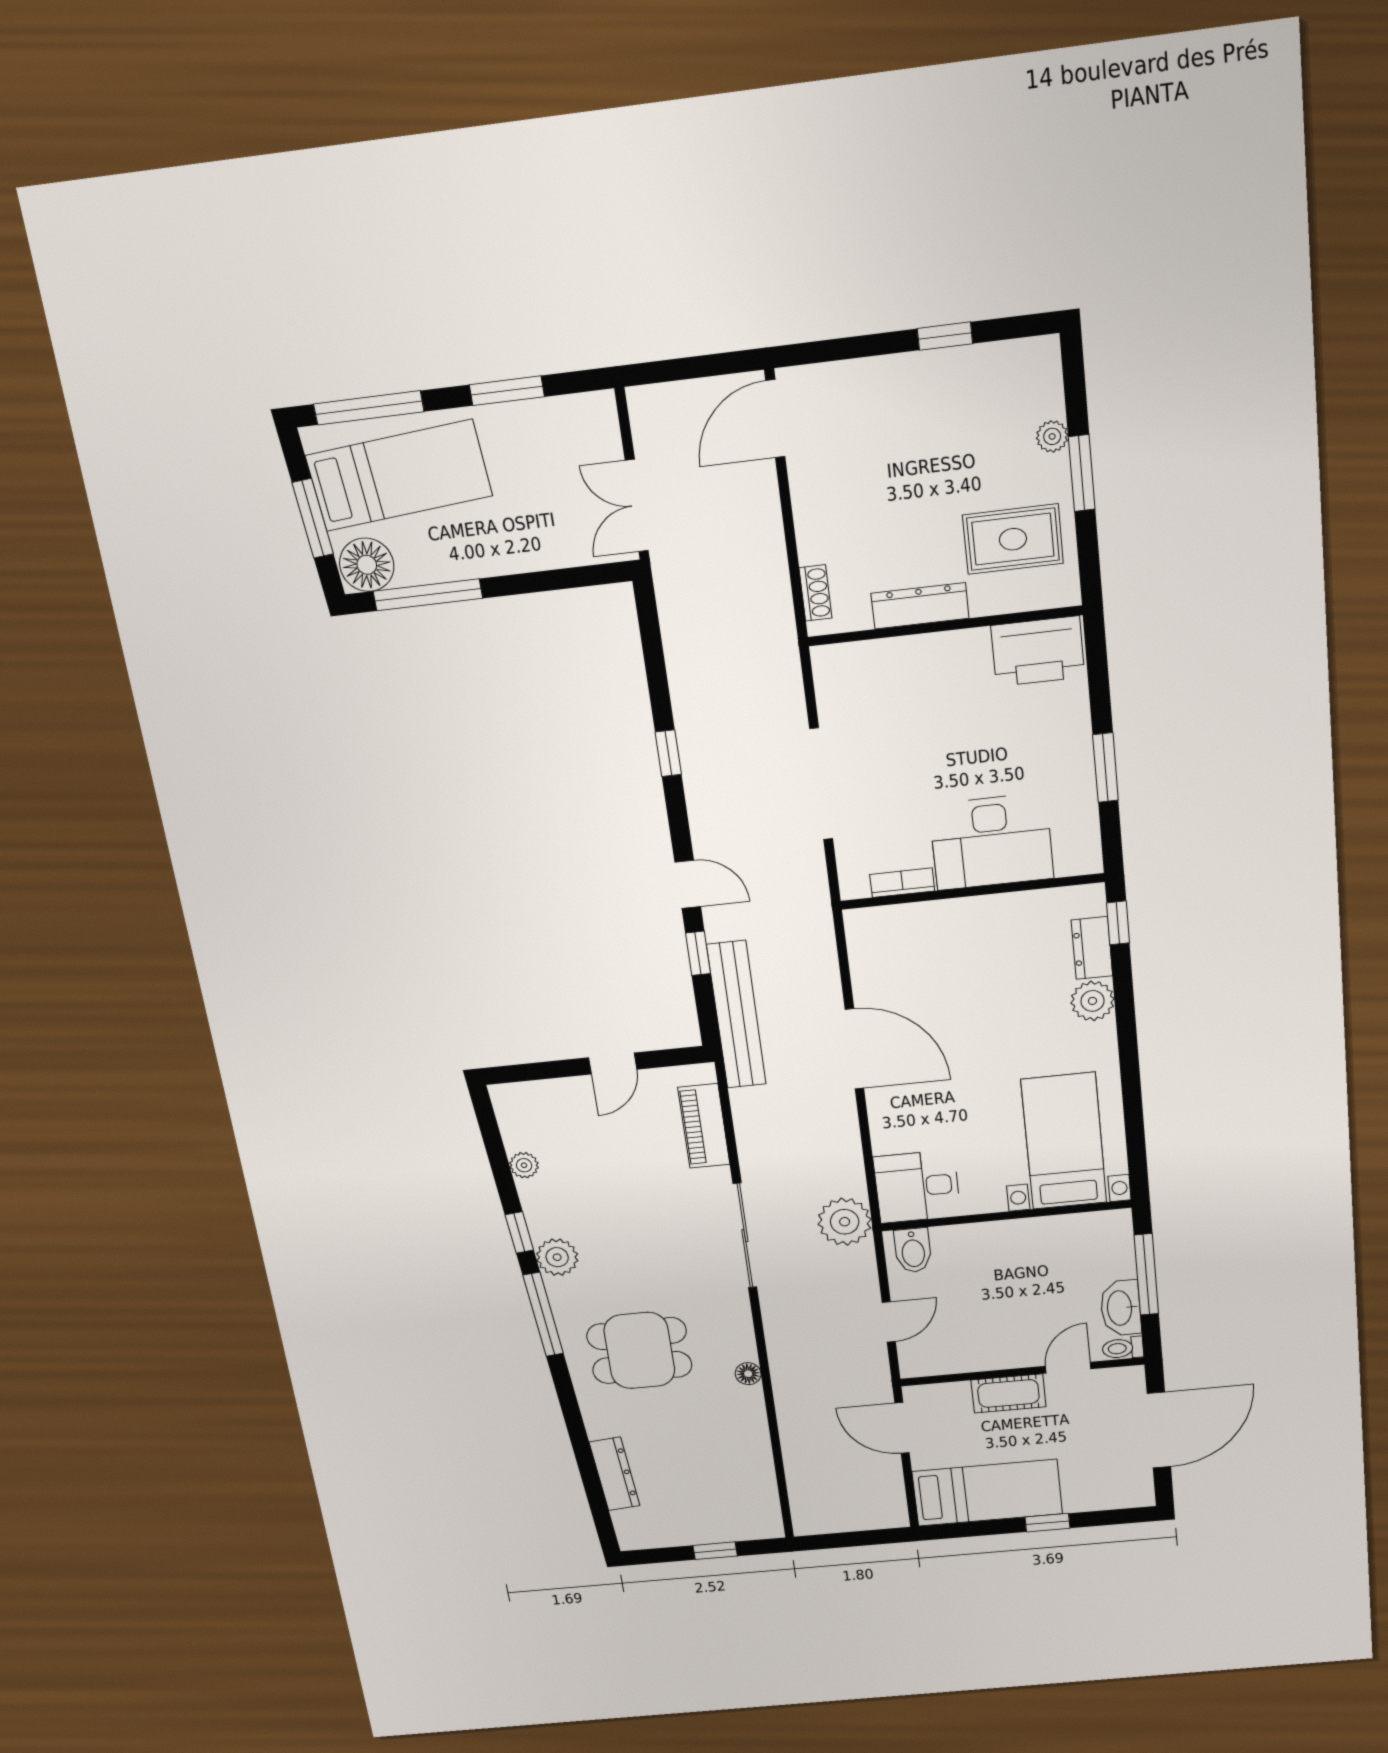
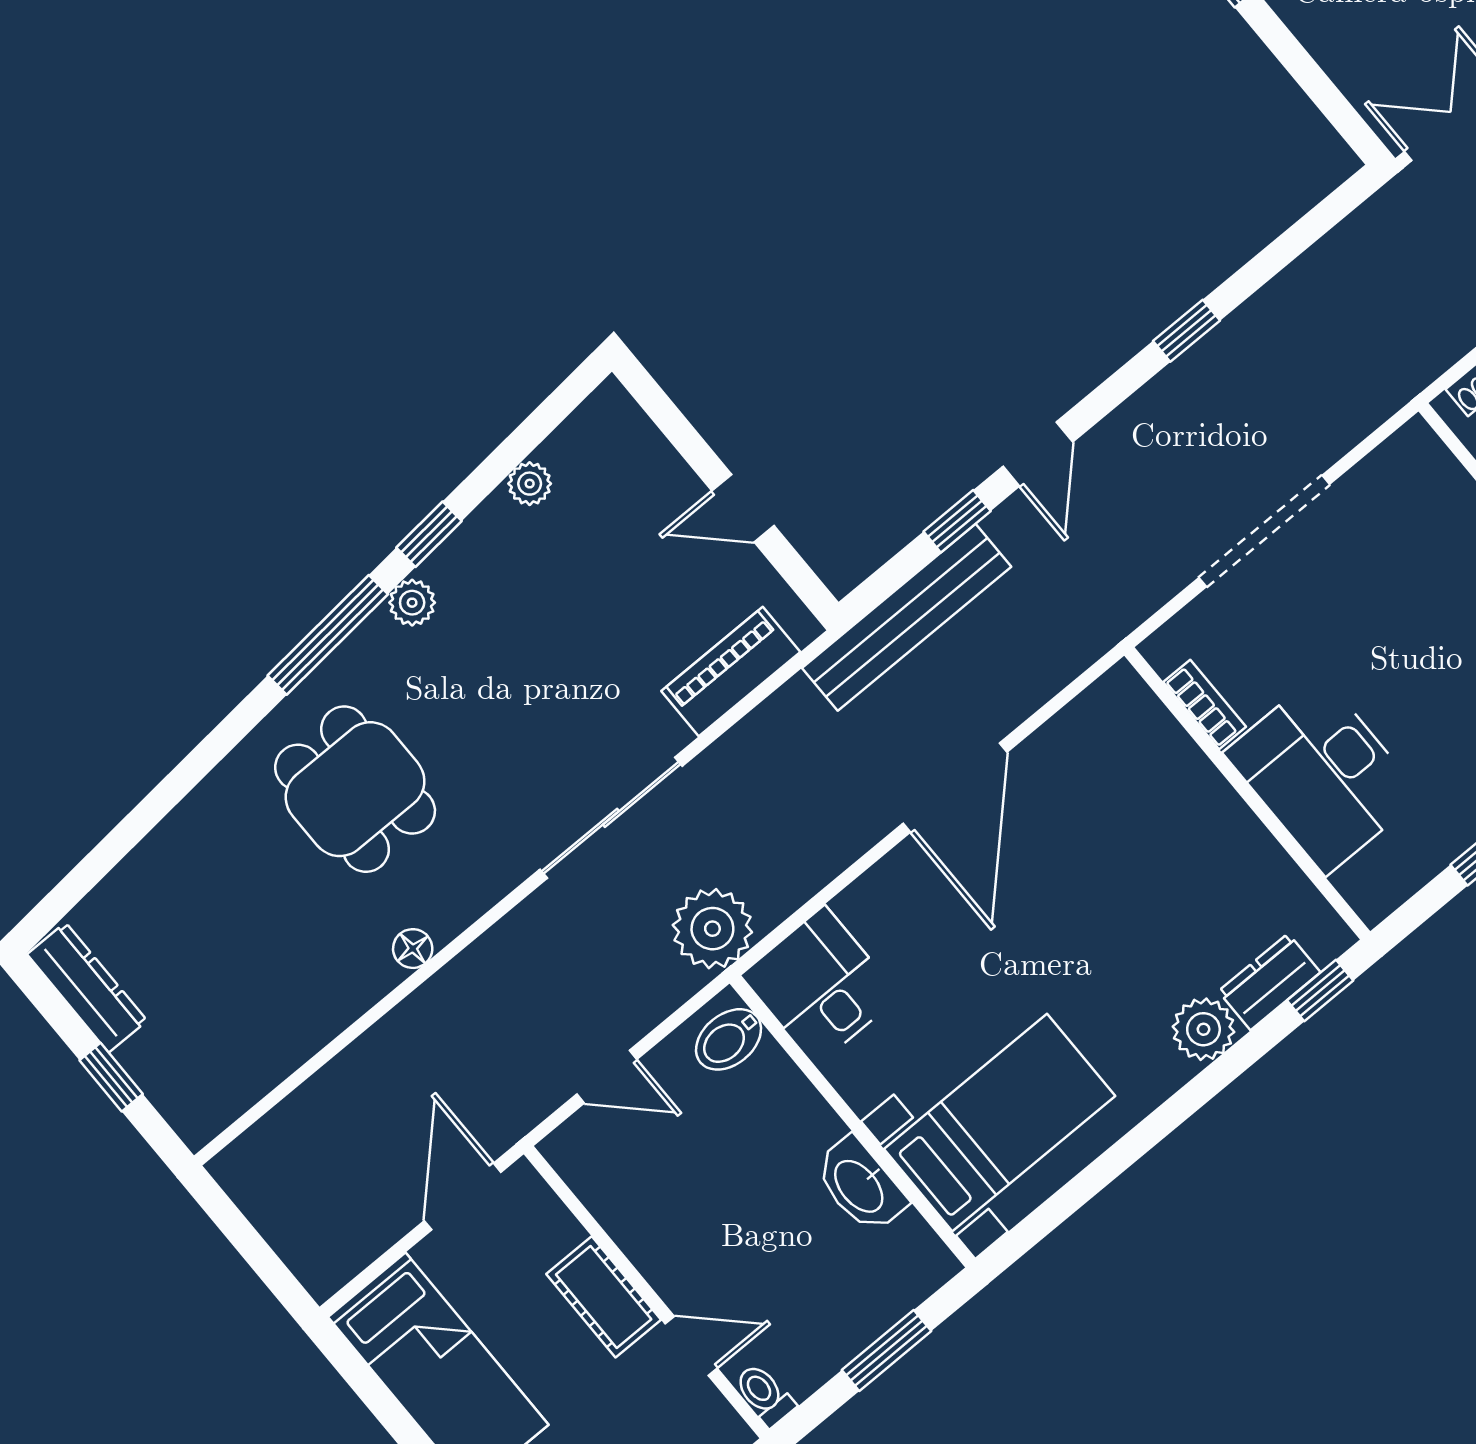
plant: (557, 1257) -> (412, 603), width x0.73, depth x0.73
window: (1146, 1274) -> (886, 1351), width x0.69
washbasin: (1121, 1308) -> (860, 1185), moved, turned -90
dresser: (614, 1474) -> (87, 987), moved, turned -85

